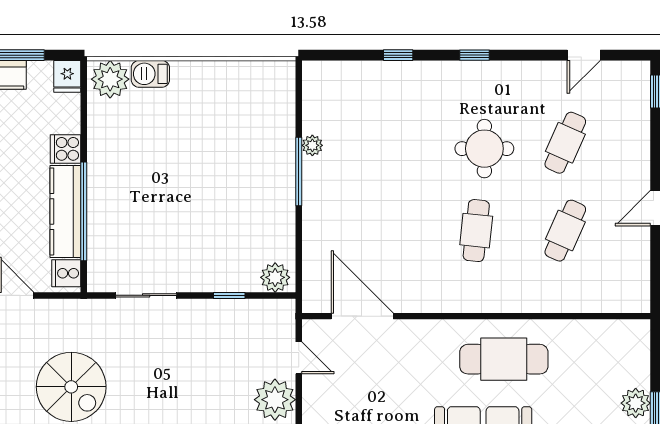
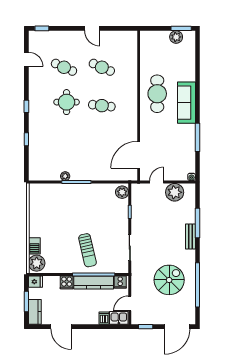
sun lounger: (140, 197) -> (87, 250), added

